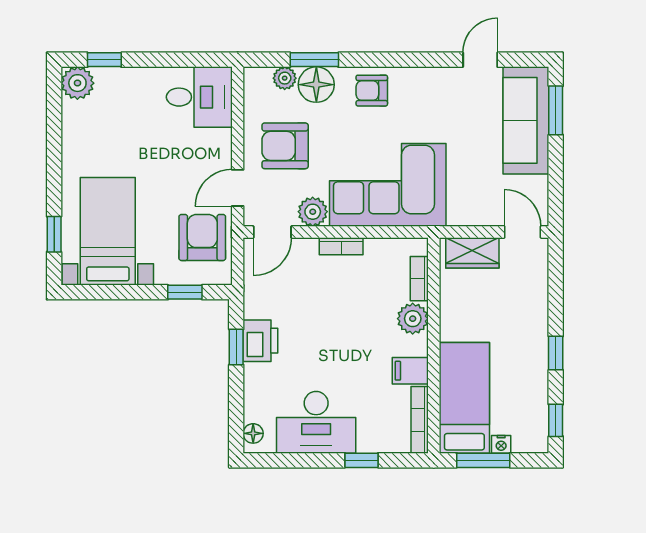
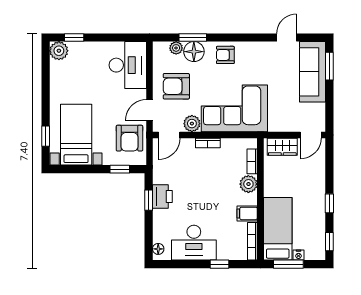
desk: (199, 97) -> (128, 65), width x1.37
door: (523, 232) -> (311, 135), swing flipped
armchair: (202, 238) -> (129, 138), turned 180

